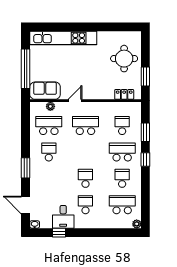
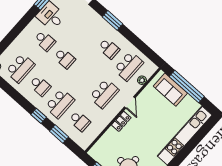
sofa: (45, 91) -> (170, 90), moved, turned 90
locker: (124, 94) -> (121, 121), moved

